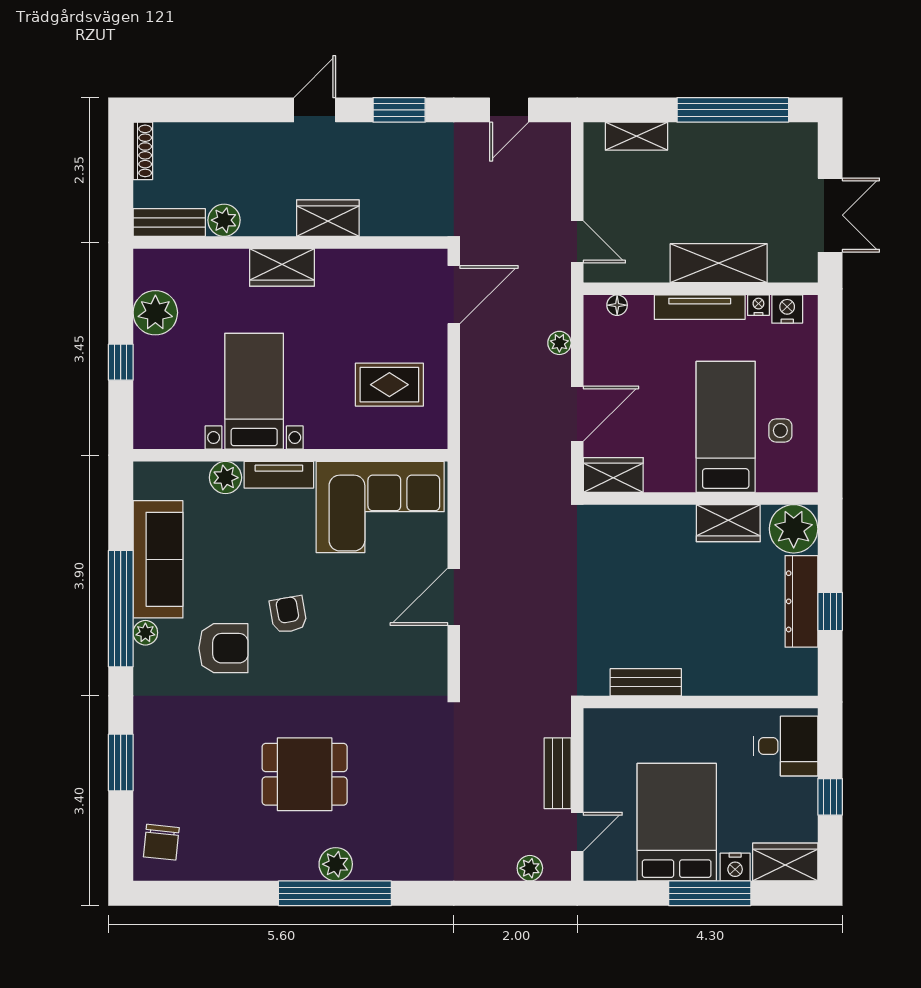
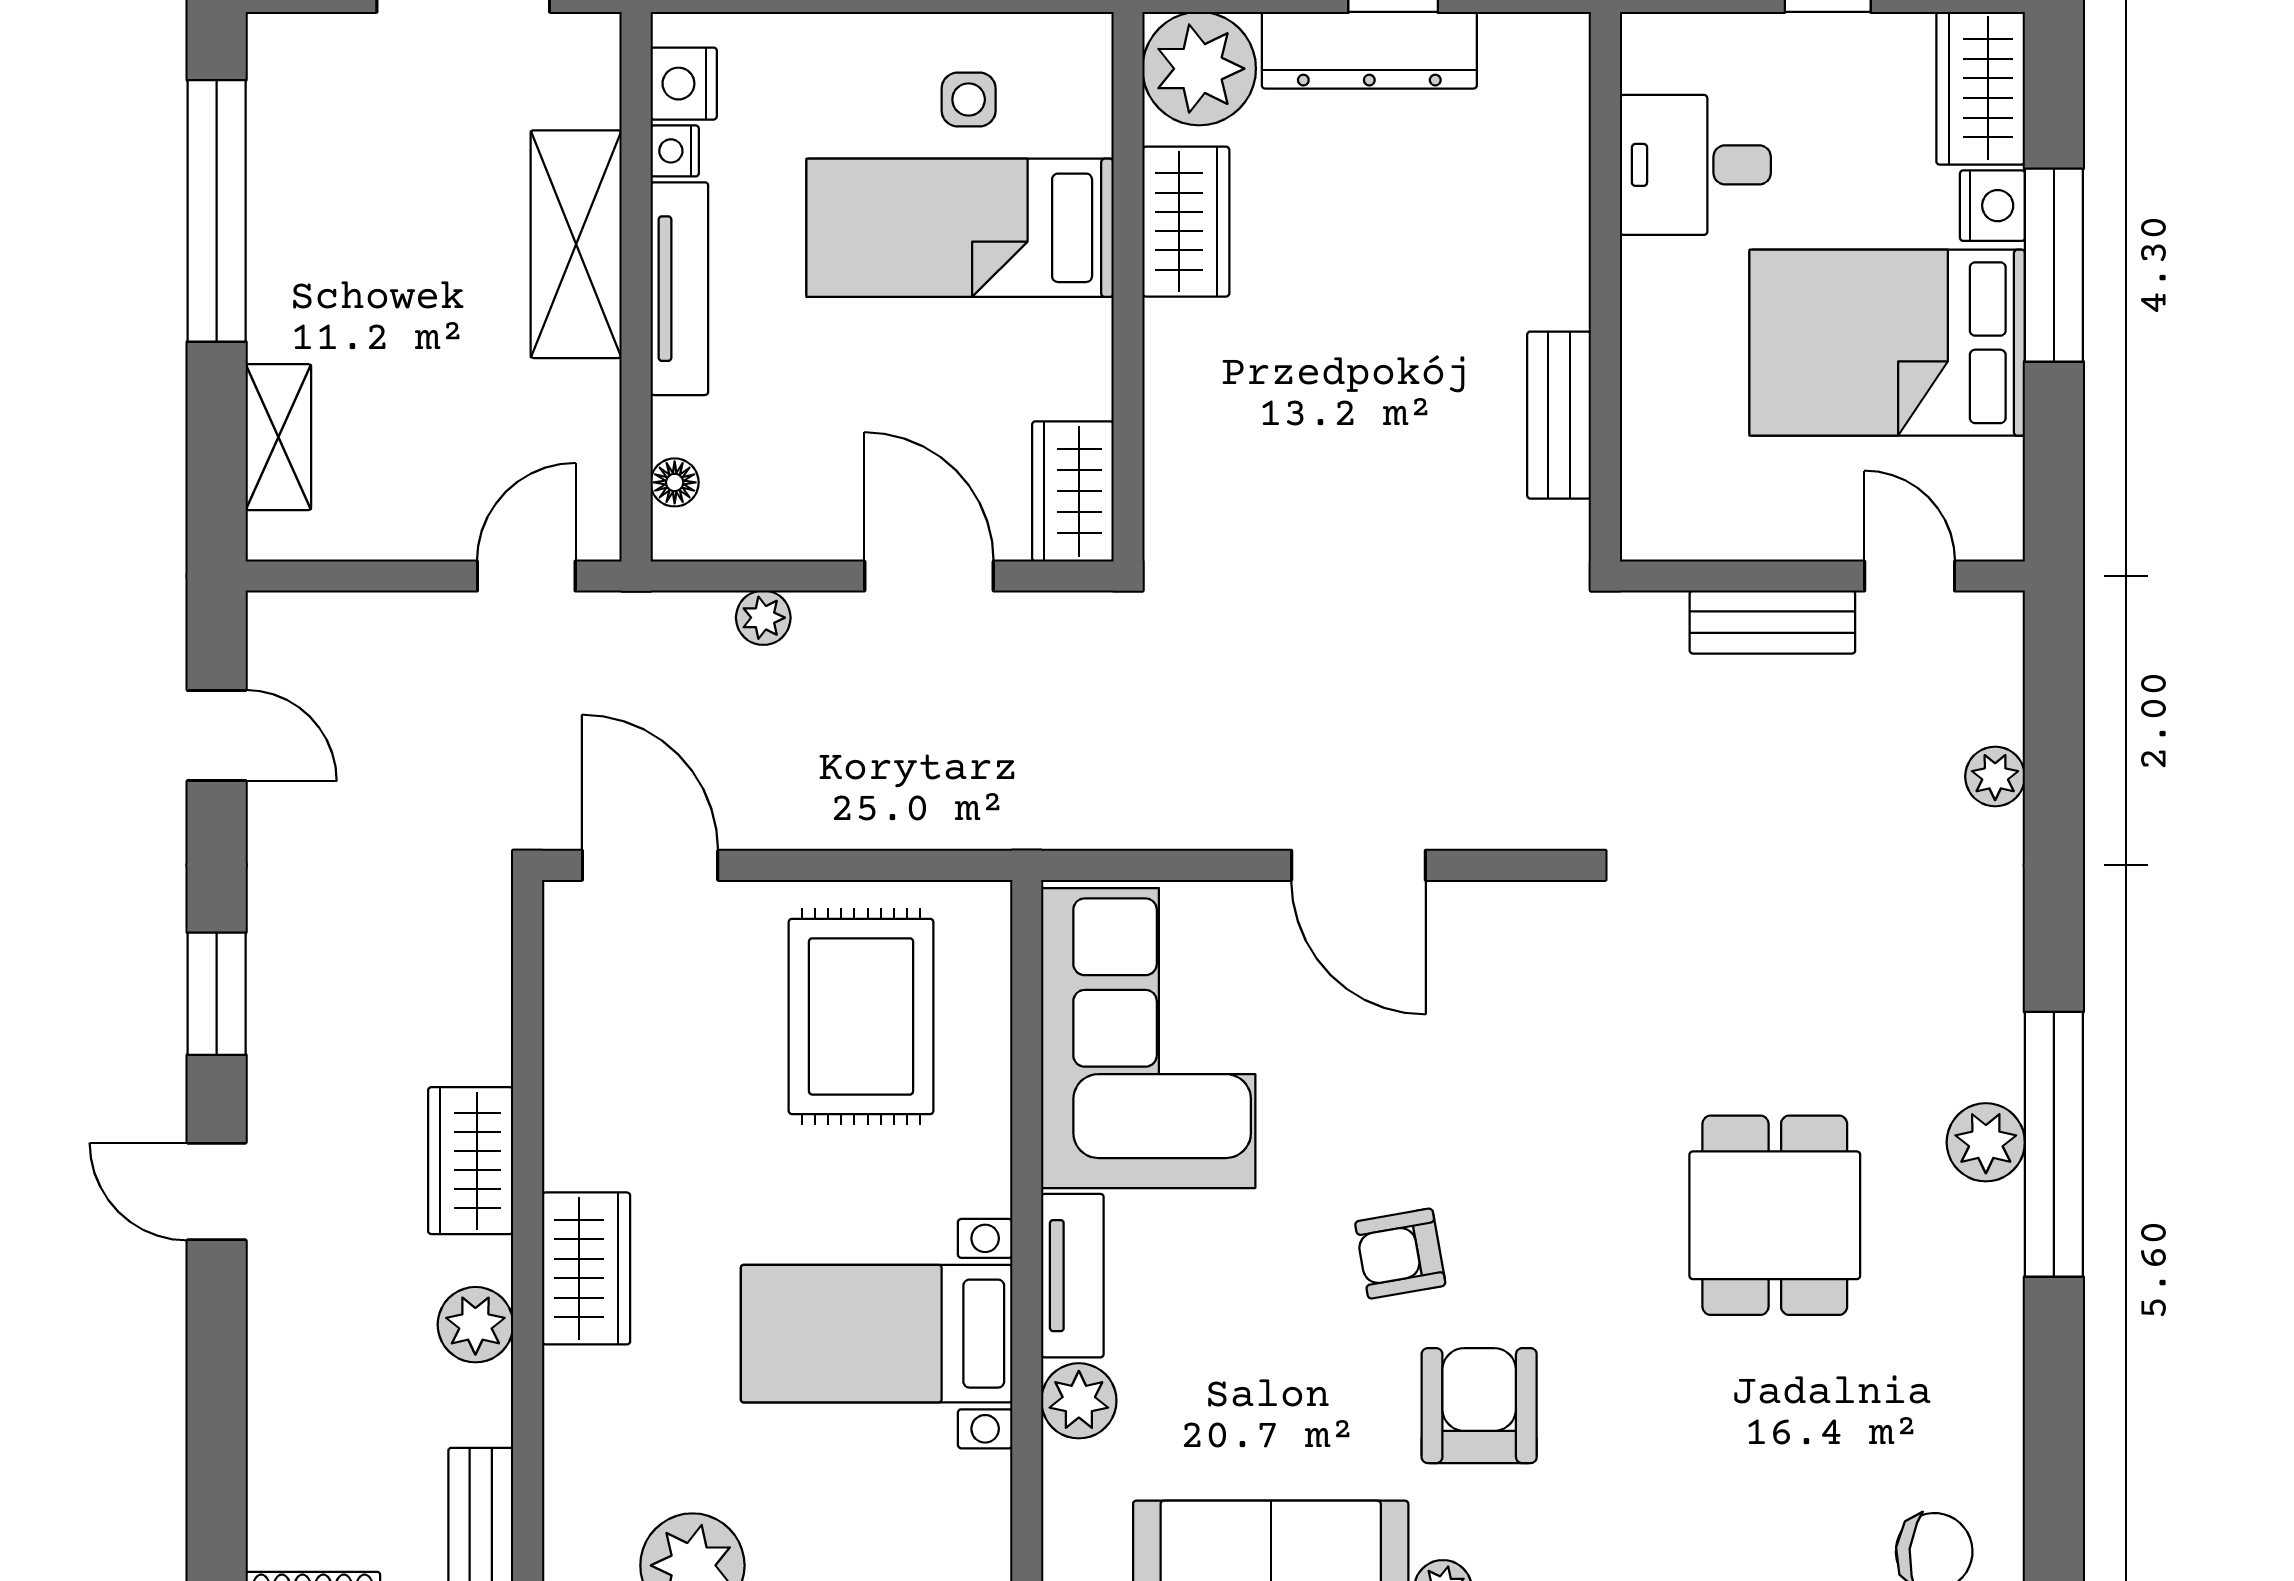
plant: (224, 220) -> (475, 1325), moved
rug: (389, 385) -> (861, 1016), width x1.36, depth x1.43
desk: (786, 746) -> (1695, 165), moved, turned -90
plant: (530, 868) -> (1995, 776), moved

